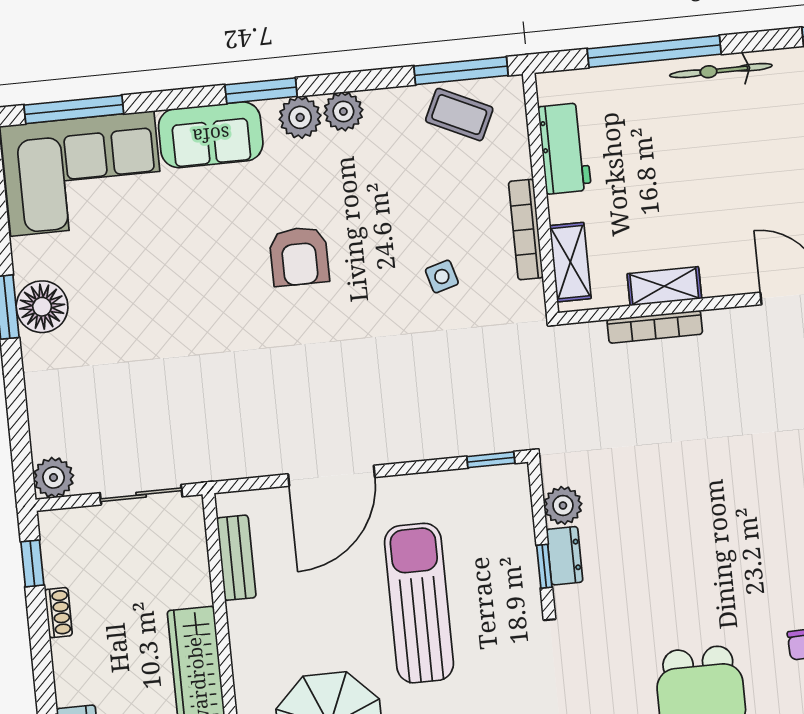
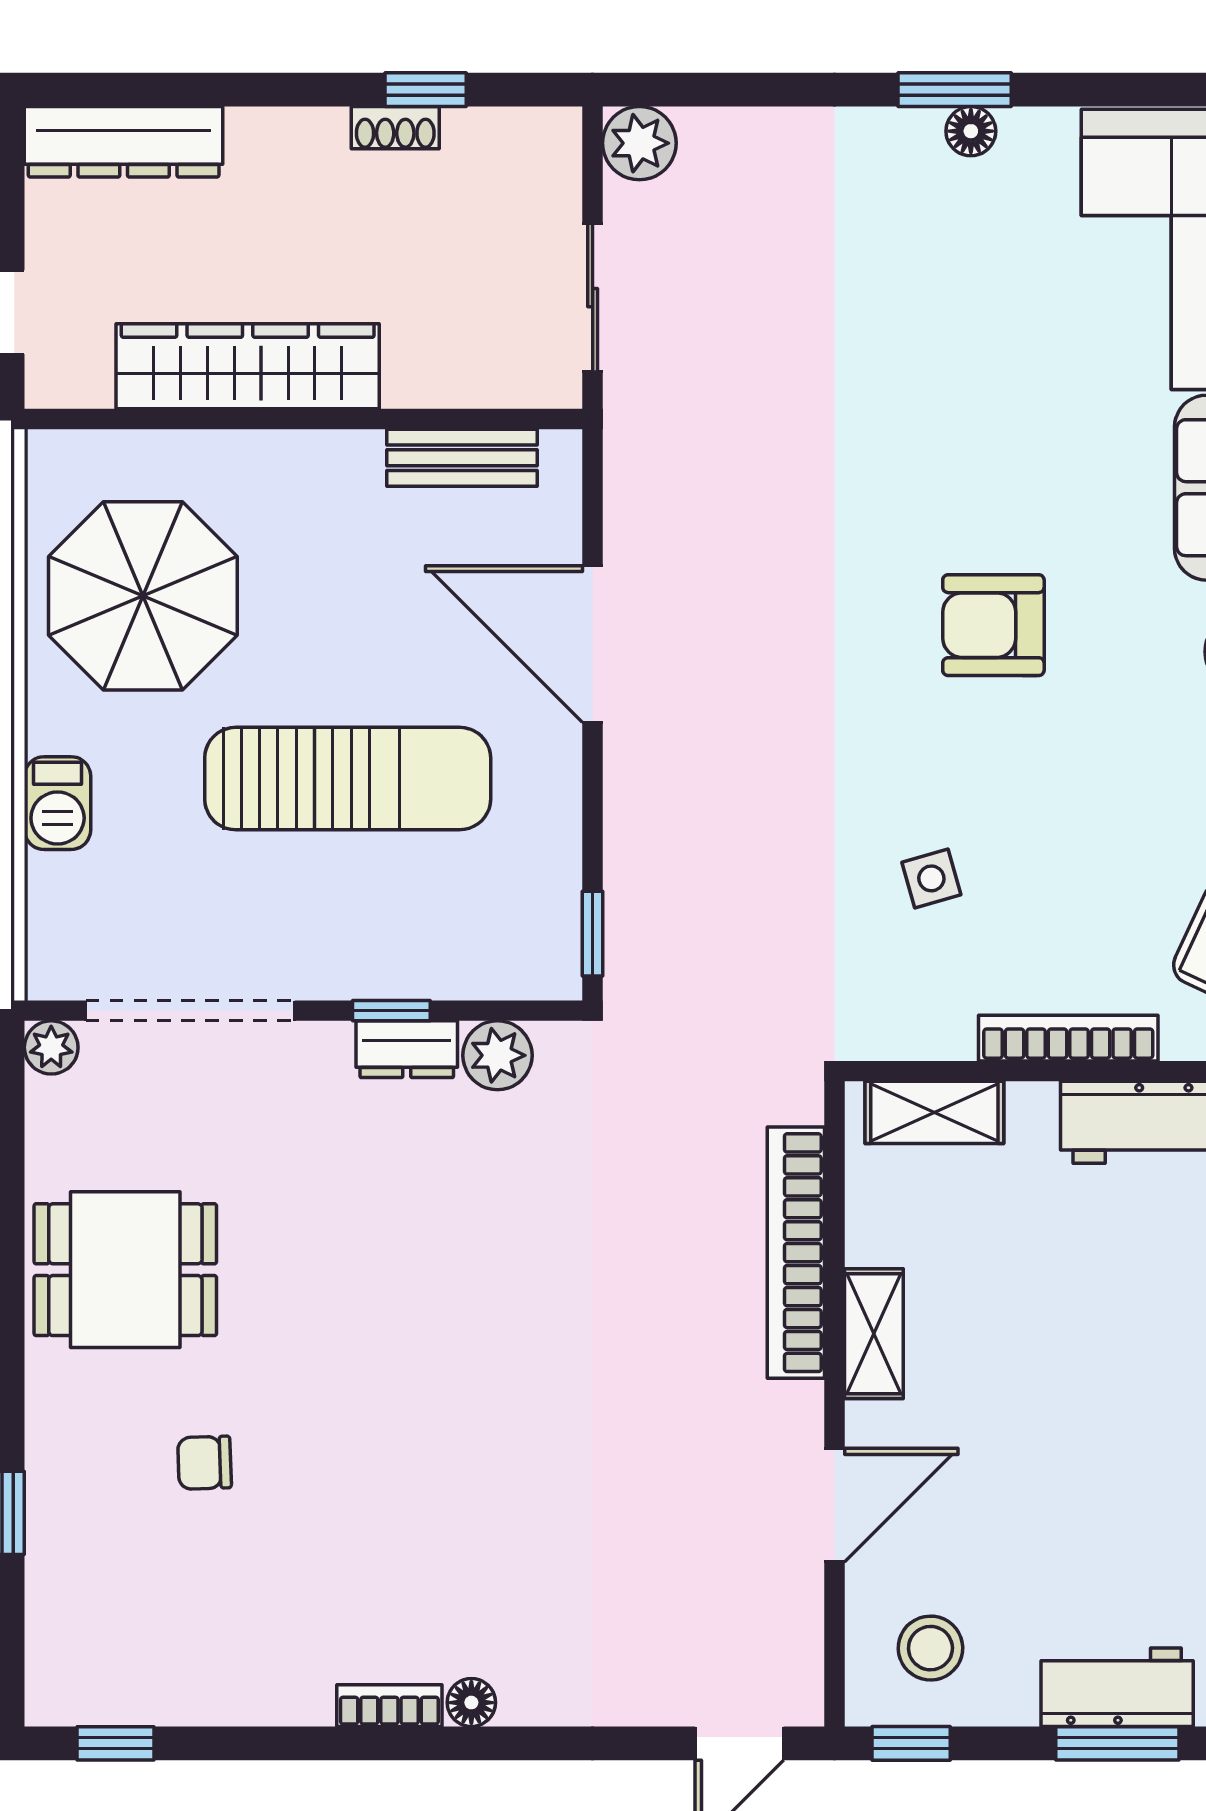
bookcase: (526, 230) -> (1068, 1038), moved
shelving: (664, 286) -> (874, 1334), moved
floor lamp: (42, 307) -> (971, 131), width x0.53, depth x0.53
bookcase: (655, 327) -> (796, 1253), width x1.48, depth x1.31
window: (32, 563) -> (426, 90), moved

